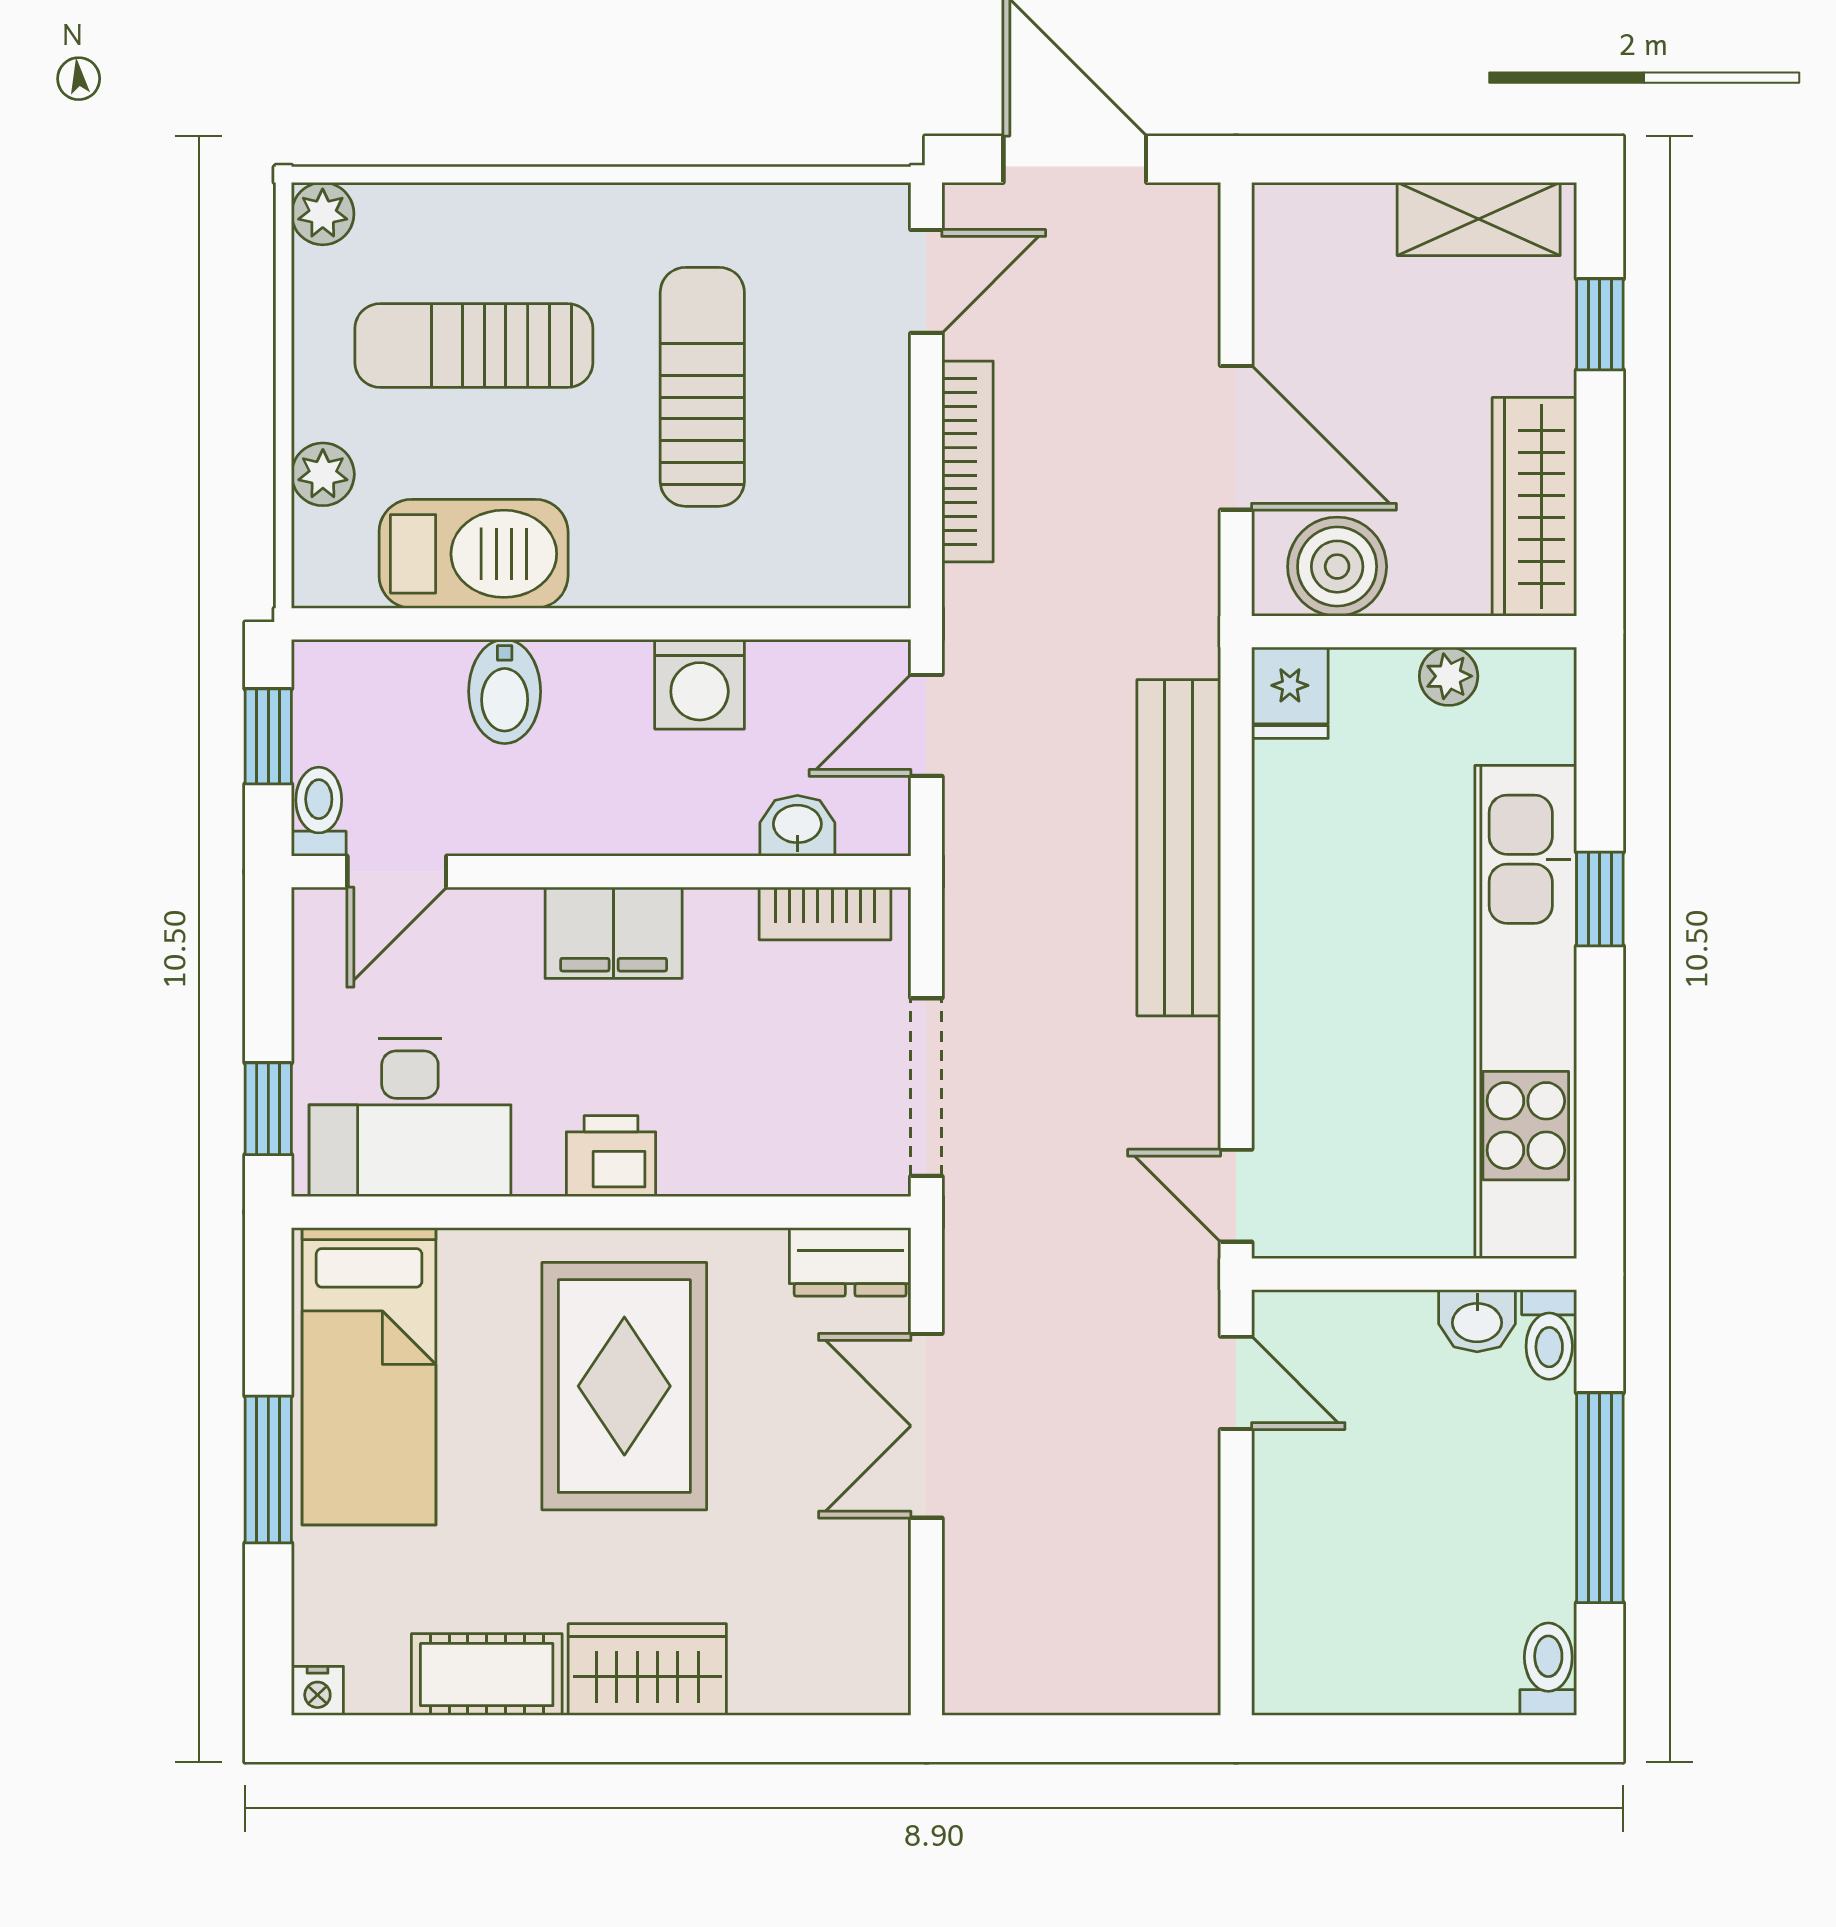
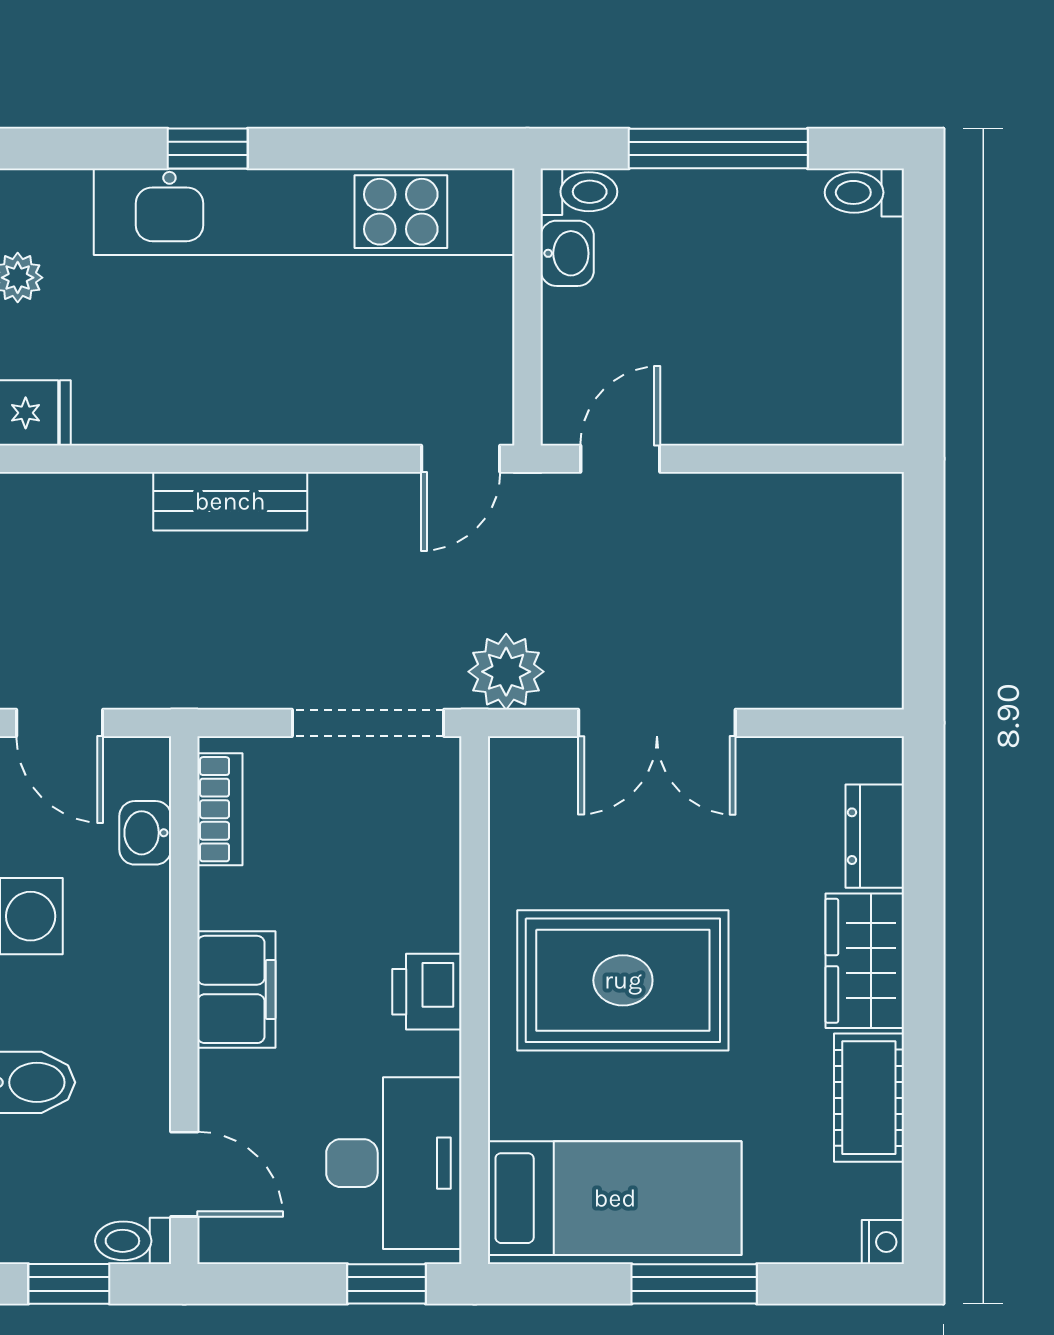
bench: (1179, 848) -> (230, 501), width x0.54, depth x0.82
plant: (986, 1249) -> (506, 672), added
dresser: (850, 1262) -> (875, 836), moved, turned 180

